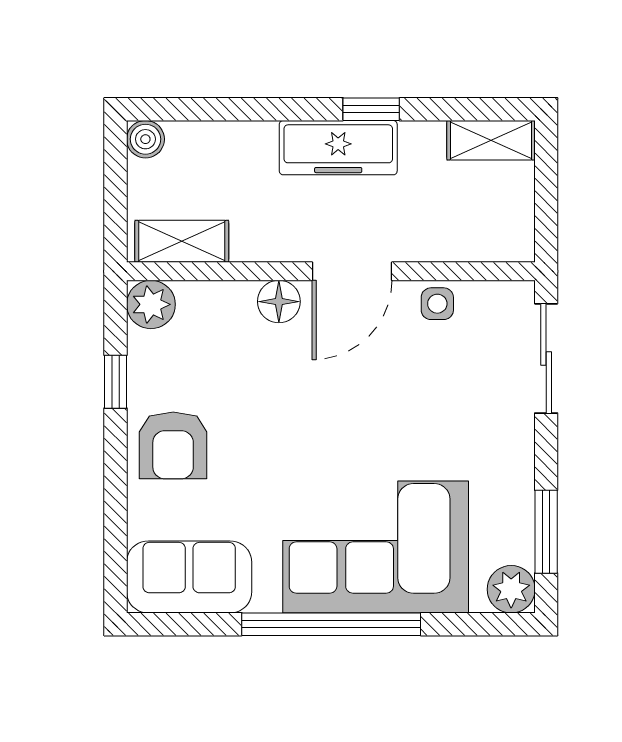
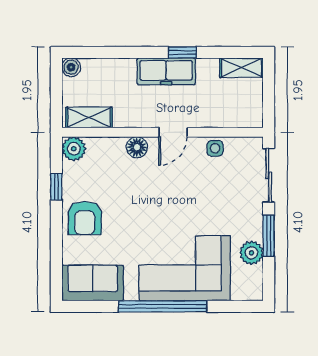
door: (352, 271) -> (173, 132), width x0.73
window: (546, 532) -> (269, 236), moved
plant: (511, 589) -> (251, 253), moved

